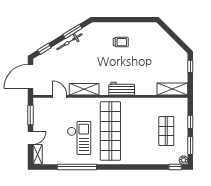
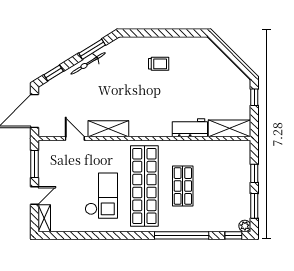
workbench: (122, 89) -> (190, 128), moved
shop shelf: (166, 131) -> (183, 186), moved
window: (77, 167) -> (182, 235), moved

